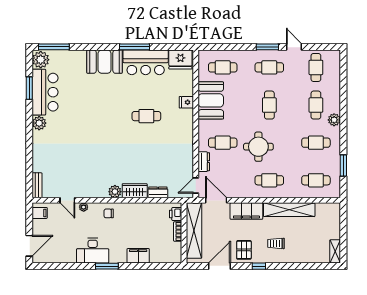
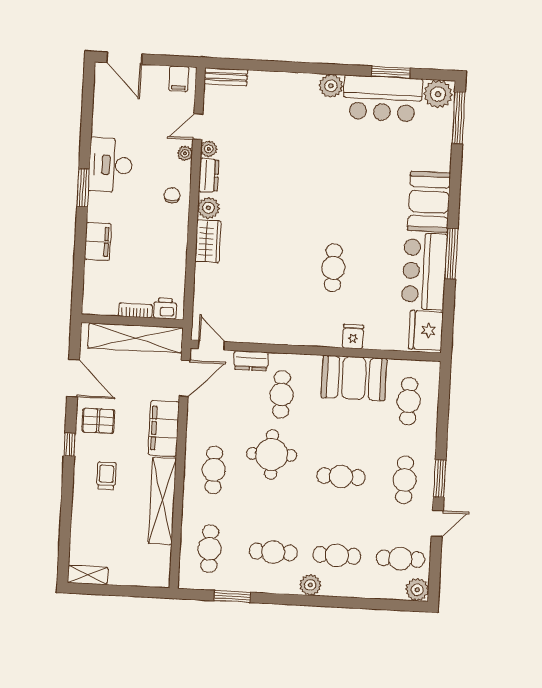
plant: (334, 57) -> (417, 590), added
cafe table: (316, 143) -> (273, 552), turned 90
dresser: (158, 192) -> (209, 175), moved
plant: (80, 193) -> (209, 149), added

